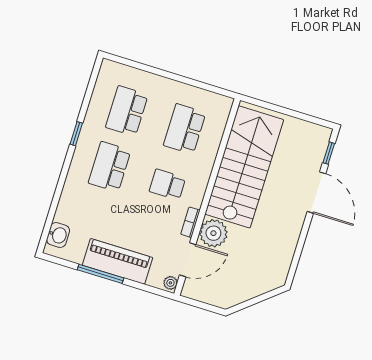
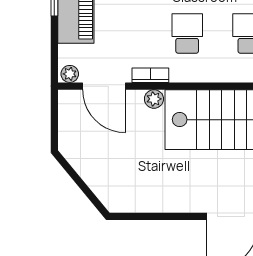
plant: (213, 233) -> (154, 99), width x0.53, depth x0.53

